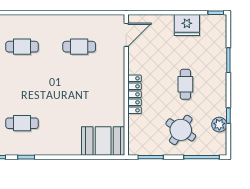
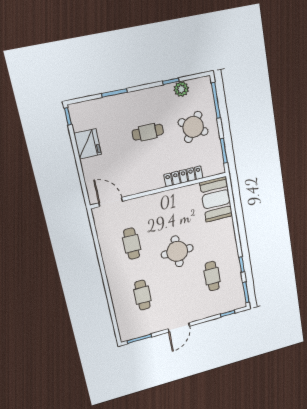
round table: (59, 91) -> (177, 251), added
locker: (134, 94) -> (183, 176), moved

